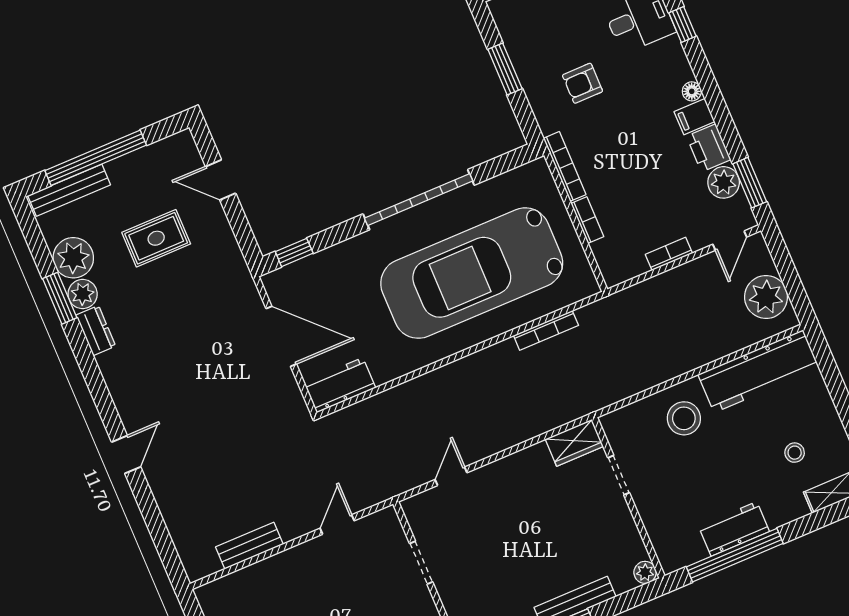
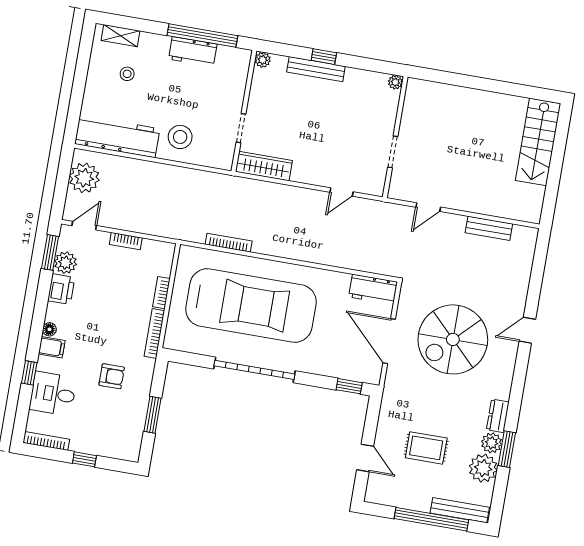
filing cabinet: (694, 117) -> (52, 347), moved
spiral stairs: (207, 387) -> (453, 339), added
wardrobe: (574, 443) -> (264, 166), width x1.50

